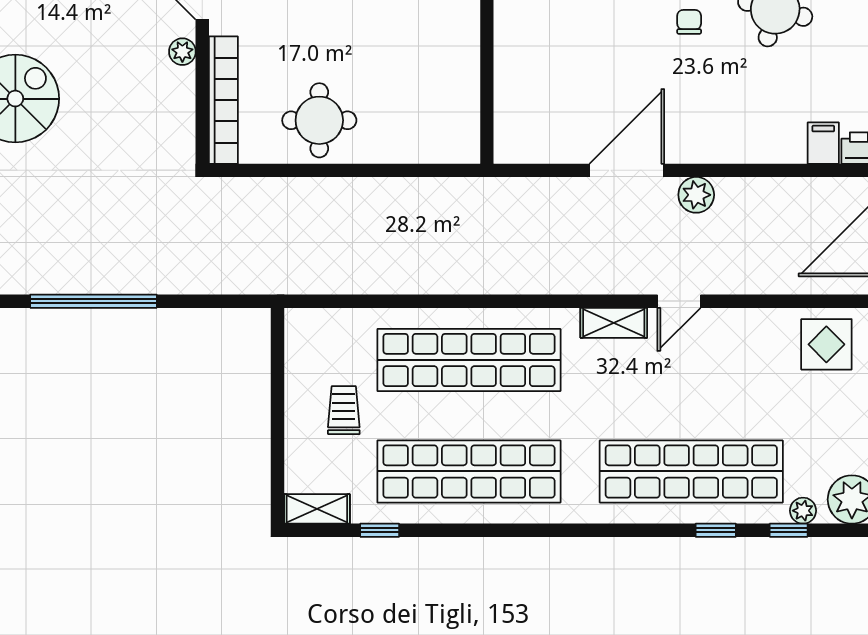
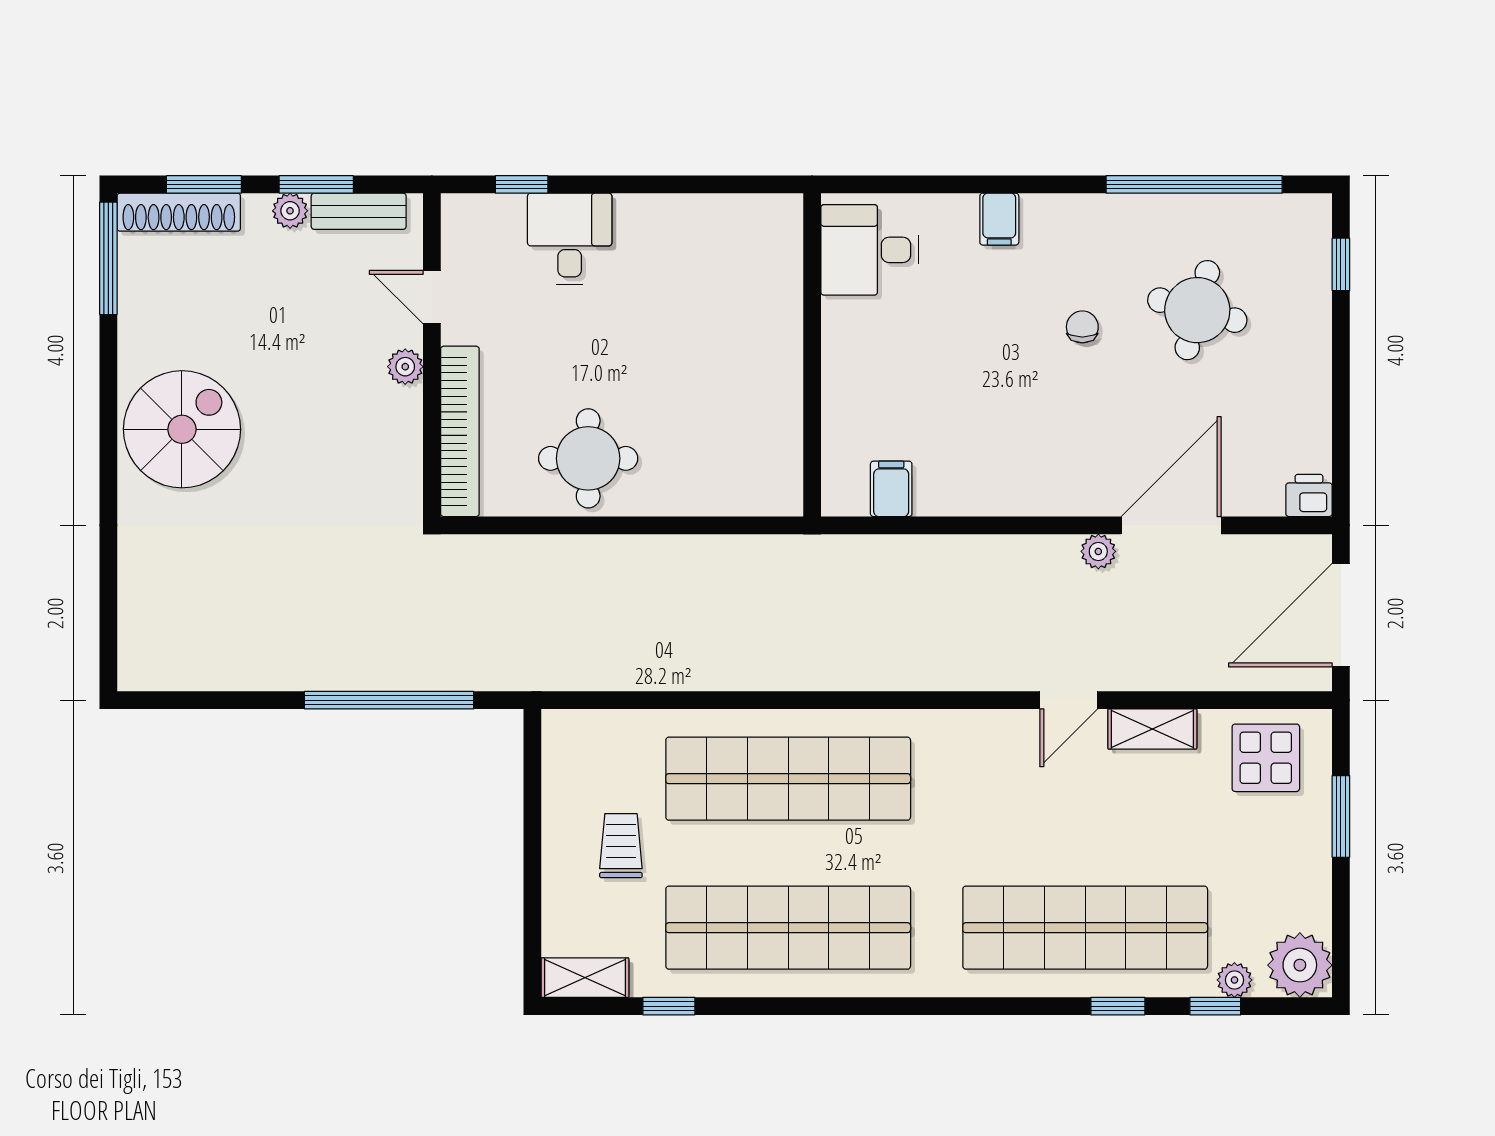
filing cabinet: (823, 143) -> (891, 489), moved
door: (627, 170) -> (1171, 525), moved
plant: (696, 195) -> (1098, 551), width x0.73, depth x0.73
window: (94, 301) -> (389, 700), moved
shelving: (614, 323) -> (1152, 729), moved

